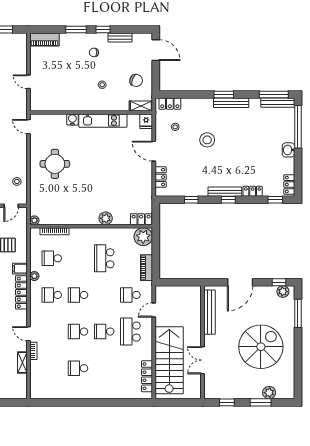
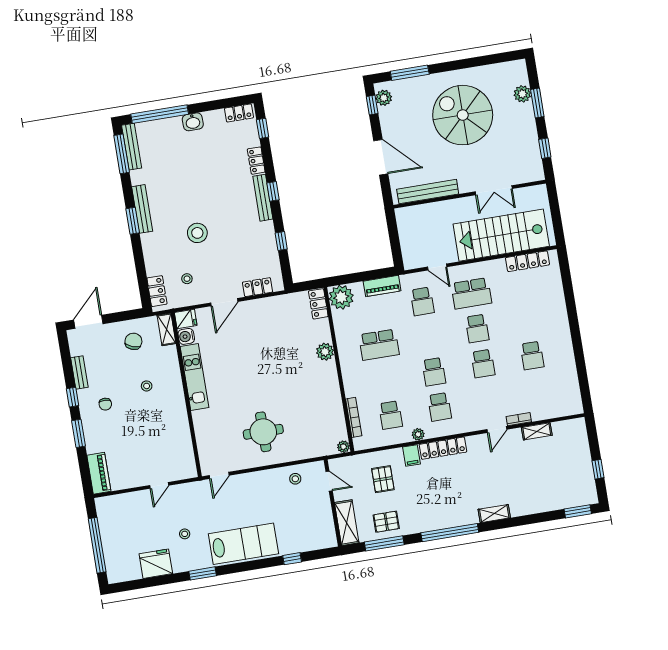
water cooler: (72, 119) -> (186, 336), moved

